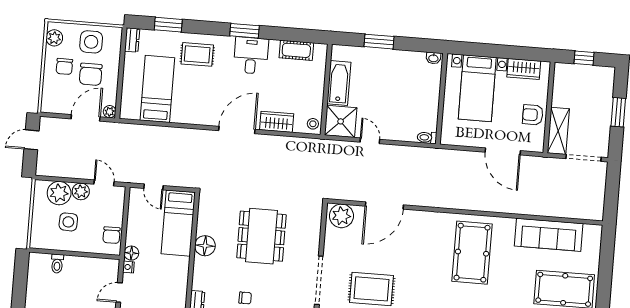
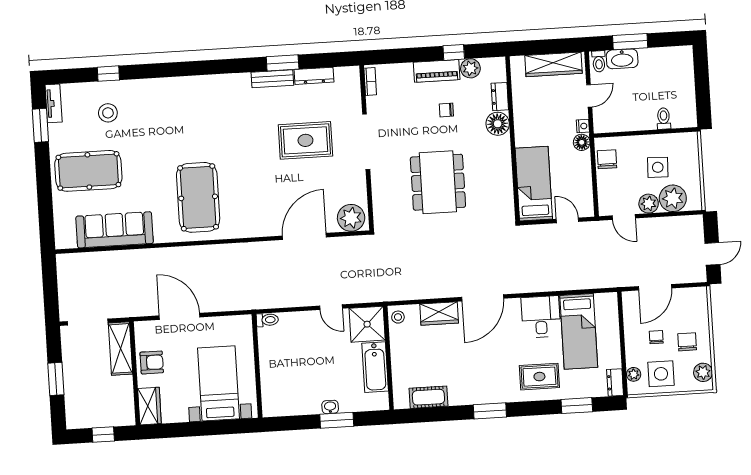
desk: (251, 56) -> (541, 317), moved, turned 180
washbasin: (433, 58) -> (330, 407), moved
wardrobe: (524, 69) -> (149, 406), moved, turned 90
chair: (91, 74) -> (656, 337), width x0.54, depth x0.54
plant: (110, 112) -> (634, 374), moved
floor lamp: (205, 246) -> (498, 124), moved

